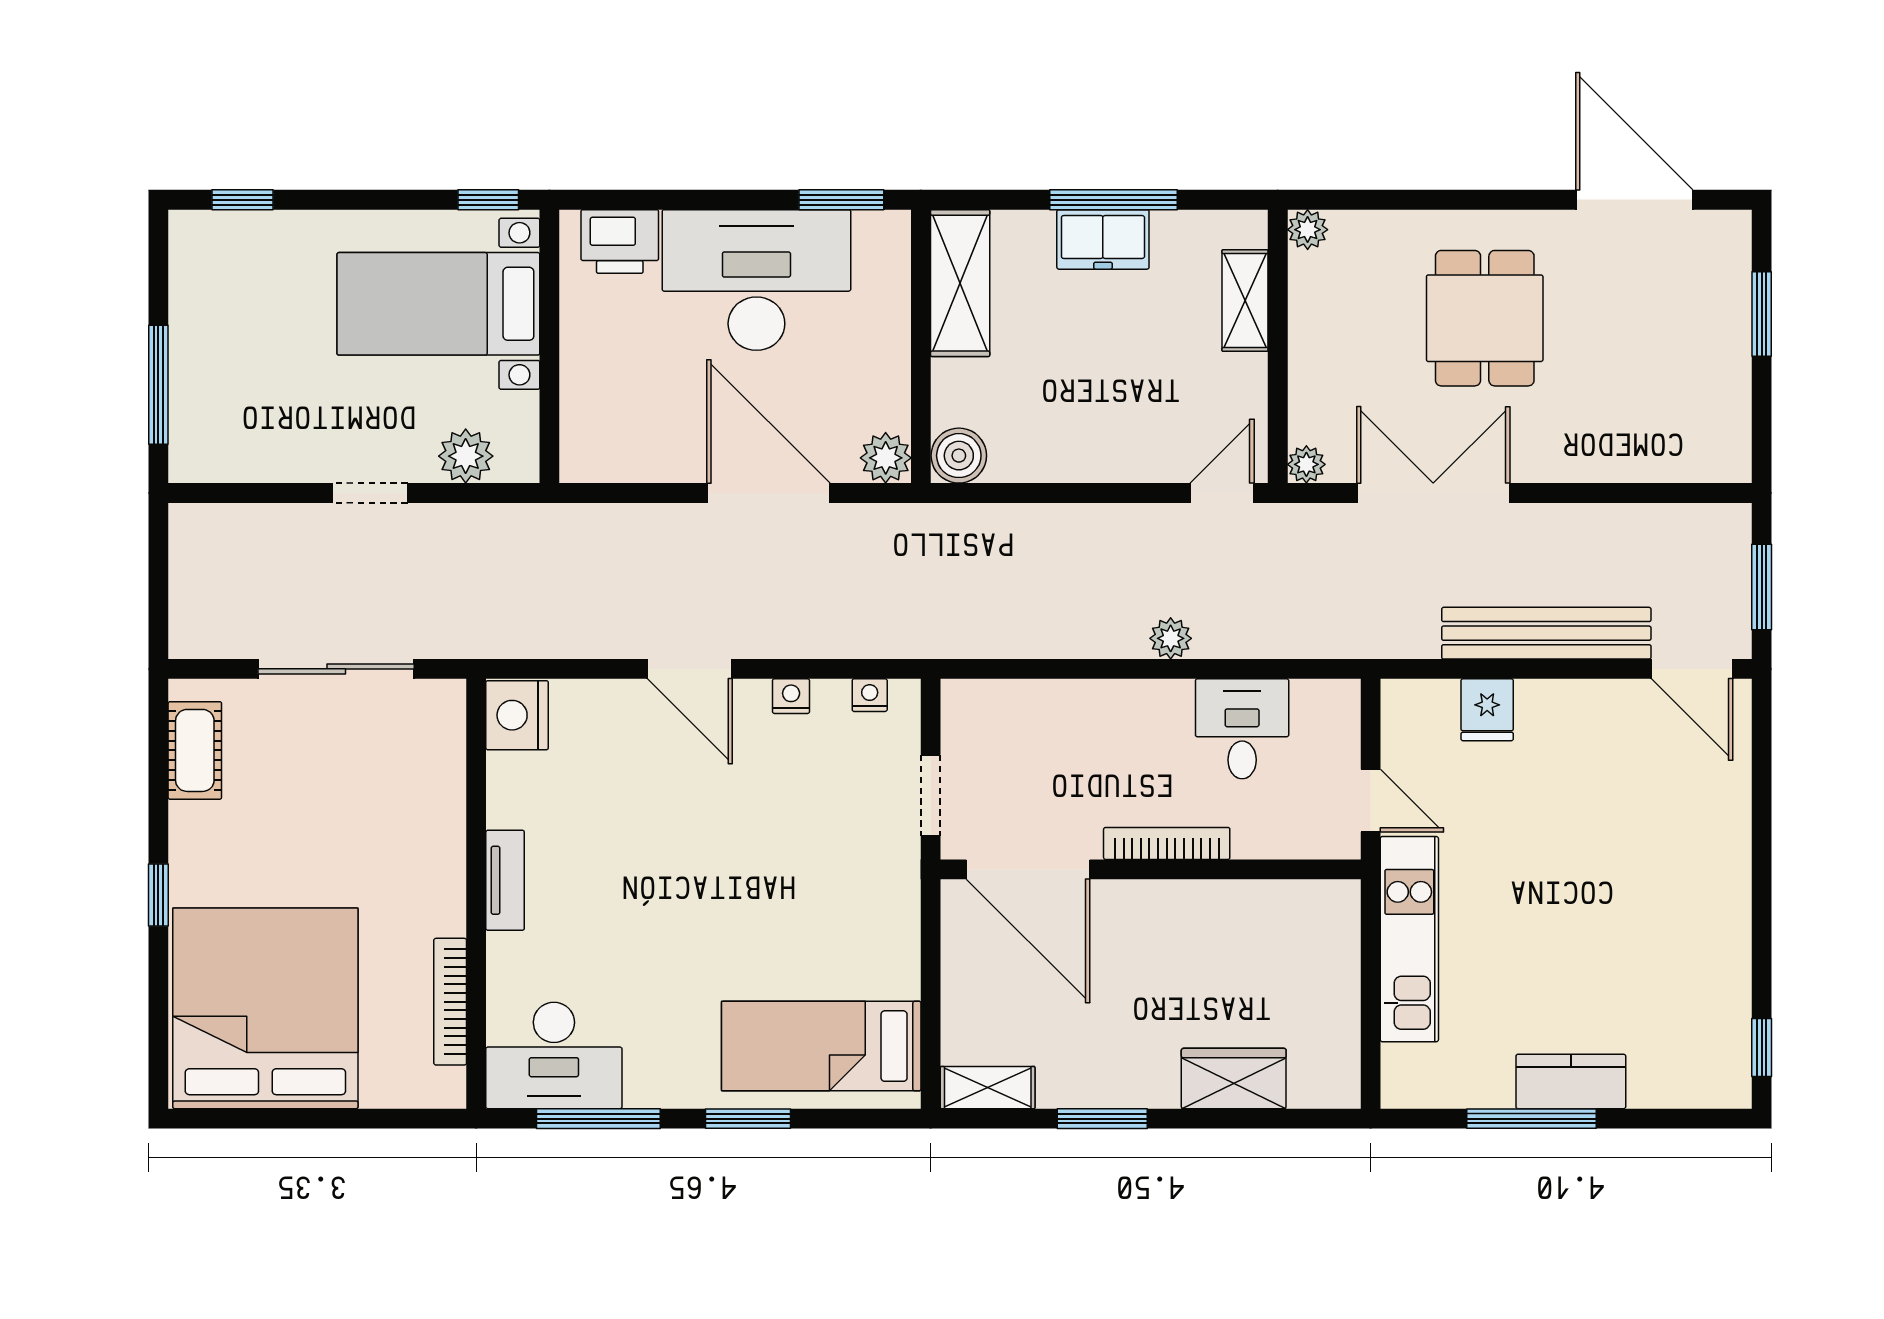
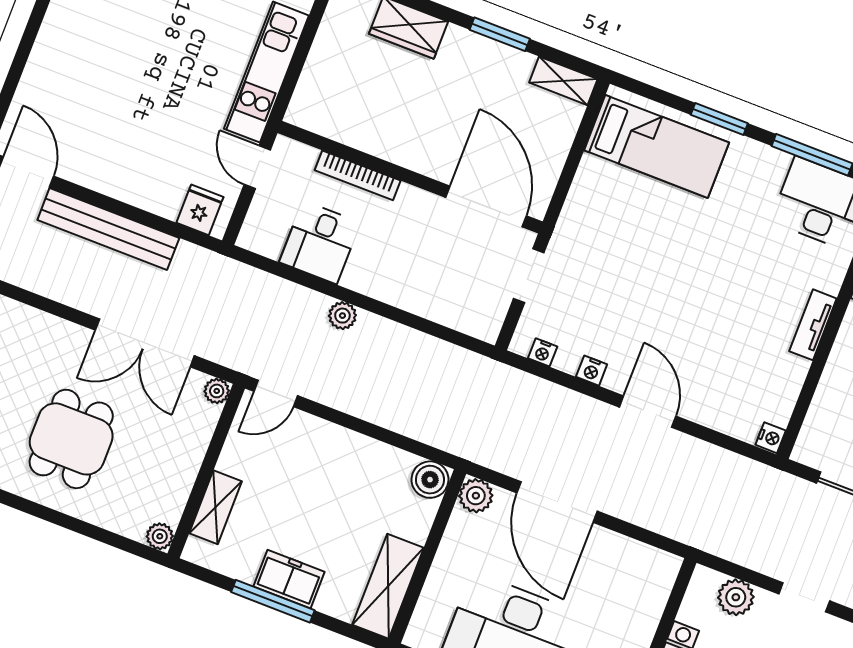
fridge: (1487, 710) -> (200, 210), moved
nightstand: (517, 715) -> (771, 438), width x0.53, depth x0.56
bookcase: (1167, 843) -> (358, 175), moved

